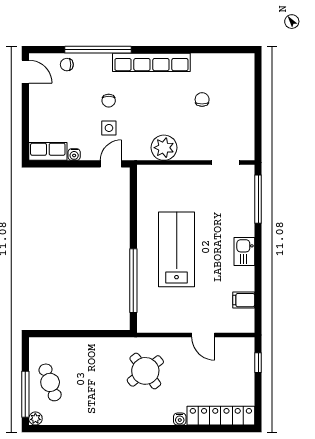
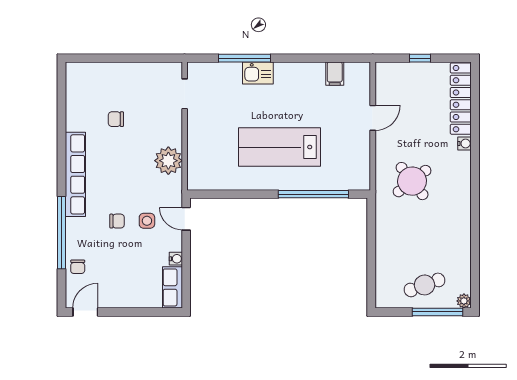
window: (258, 199) -> (244, 58), moved
kitchen sink: (244, 251) -> (258, 73), moved
window: (258, 363) -> (420, 58), moved

